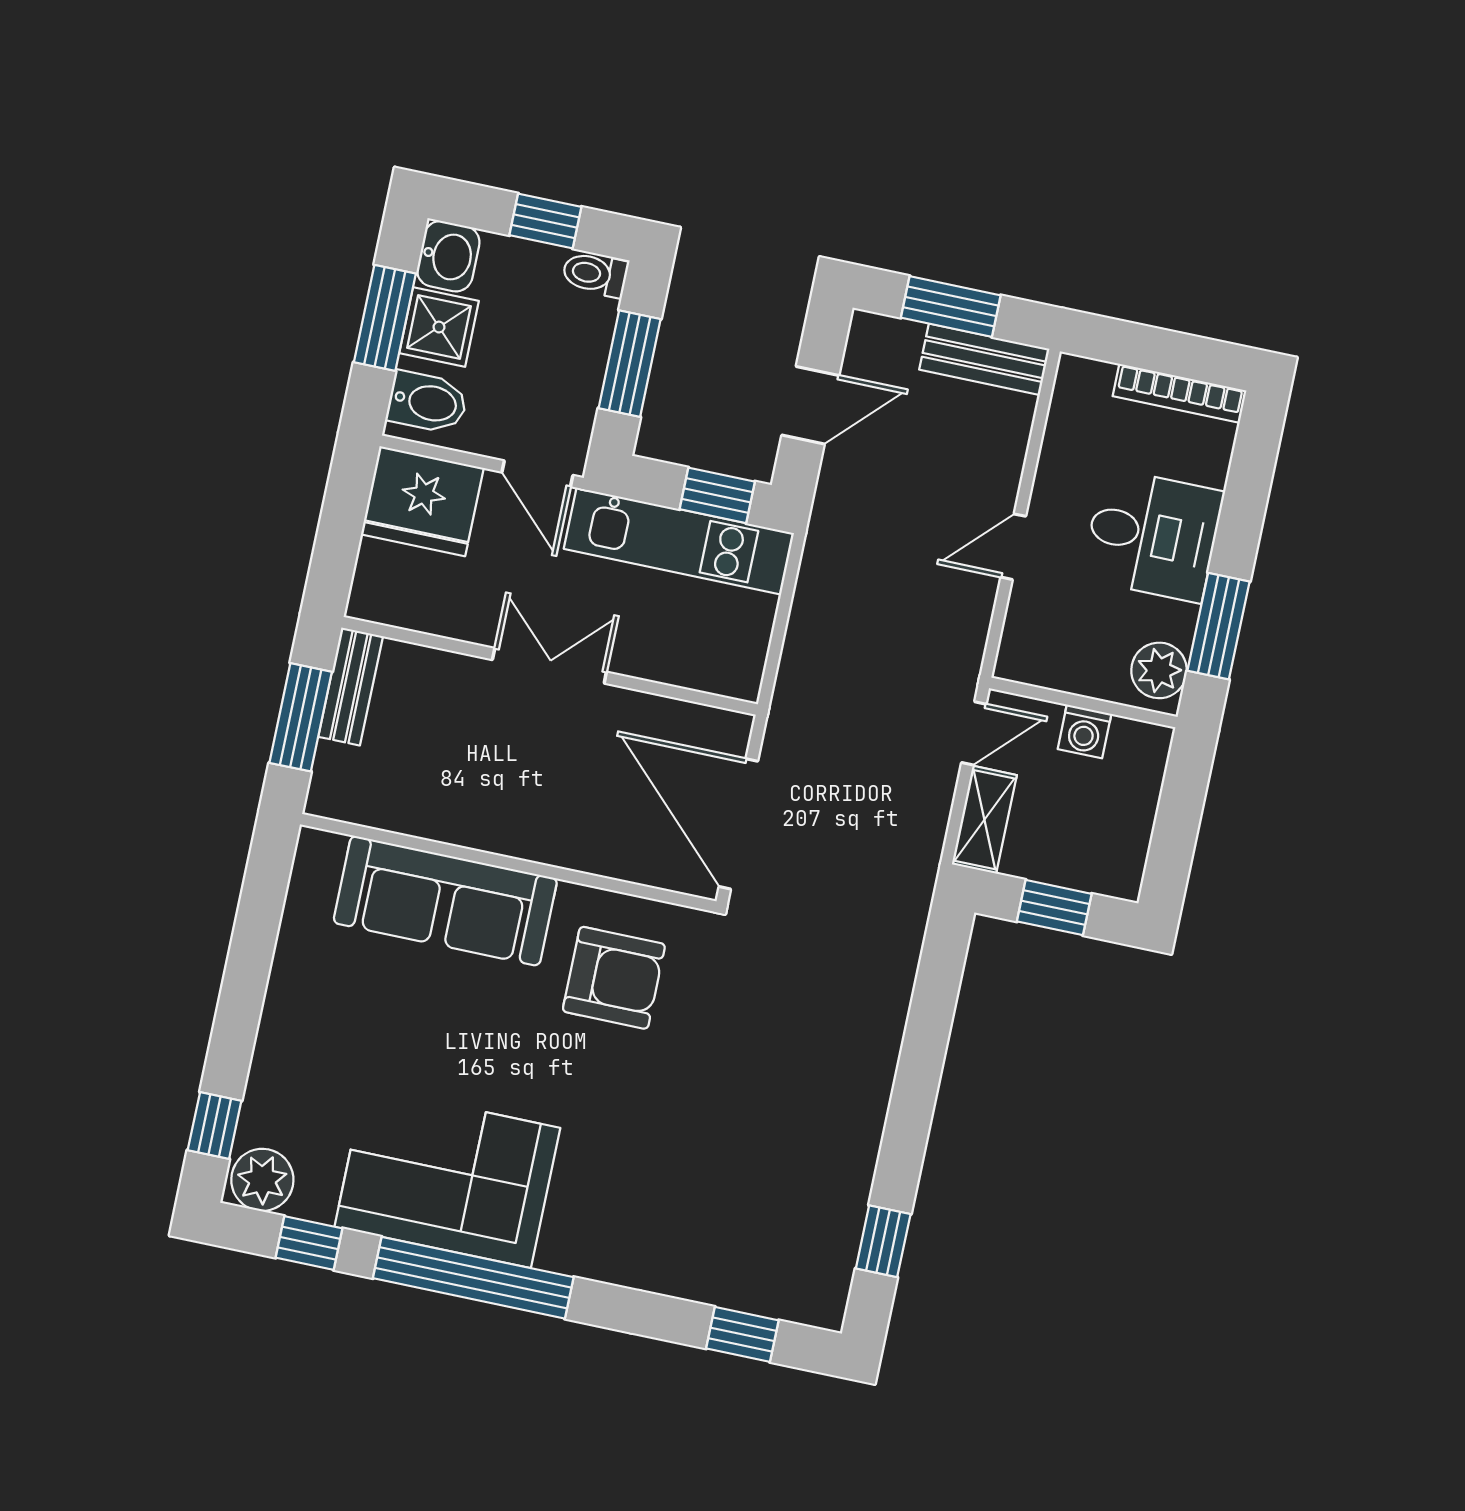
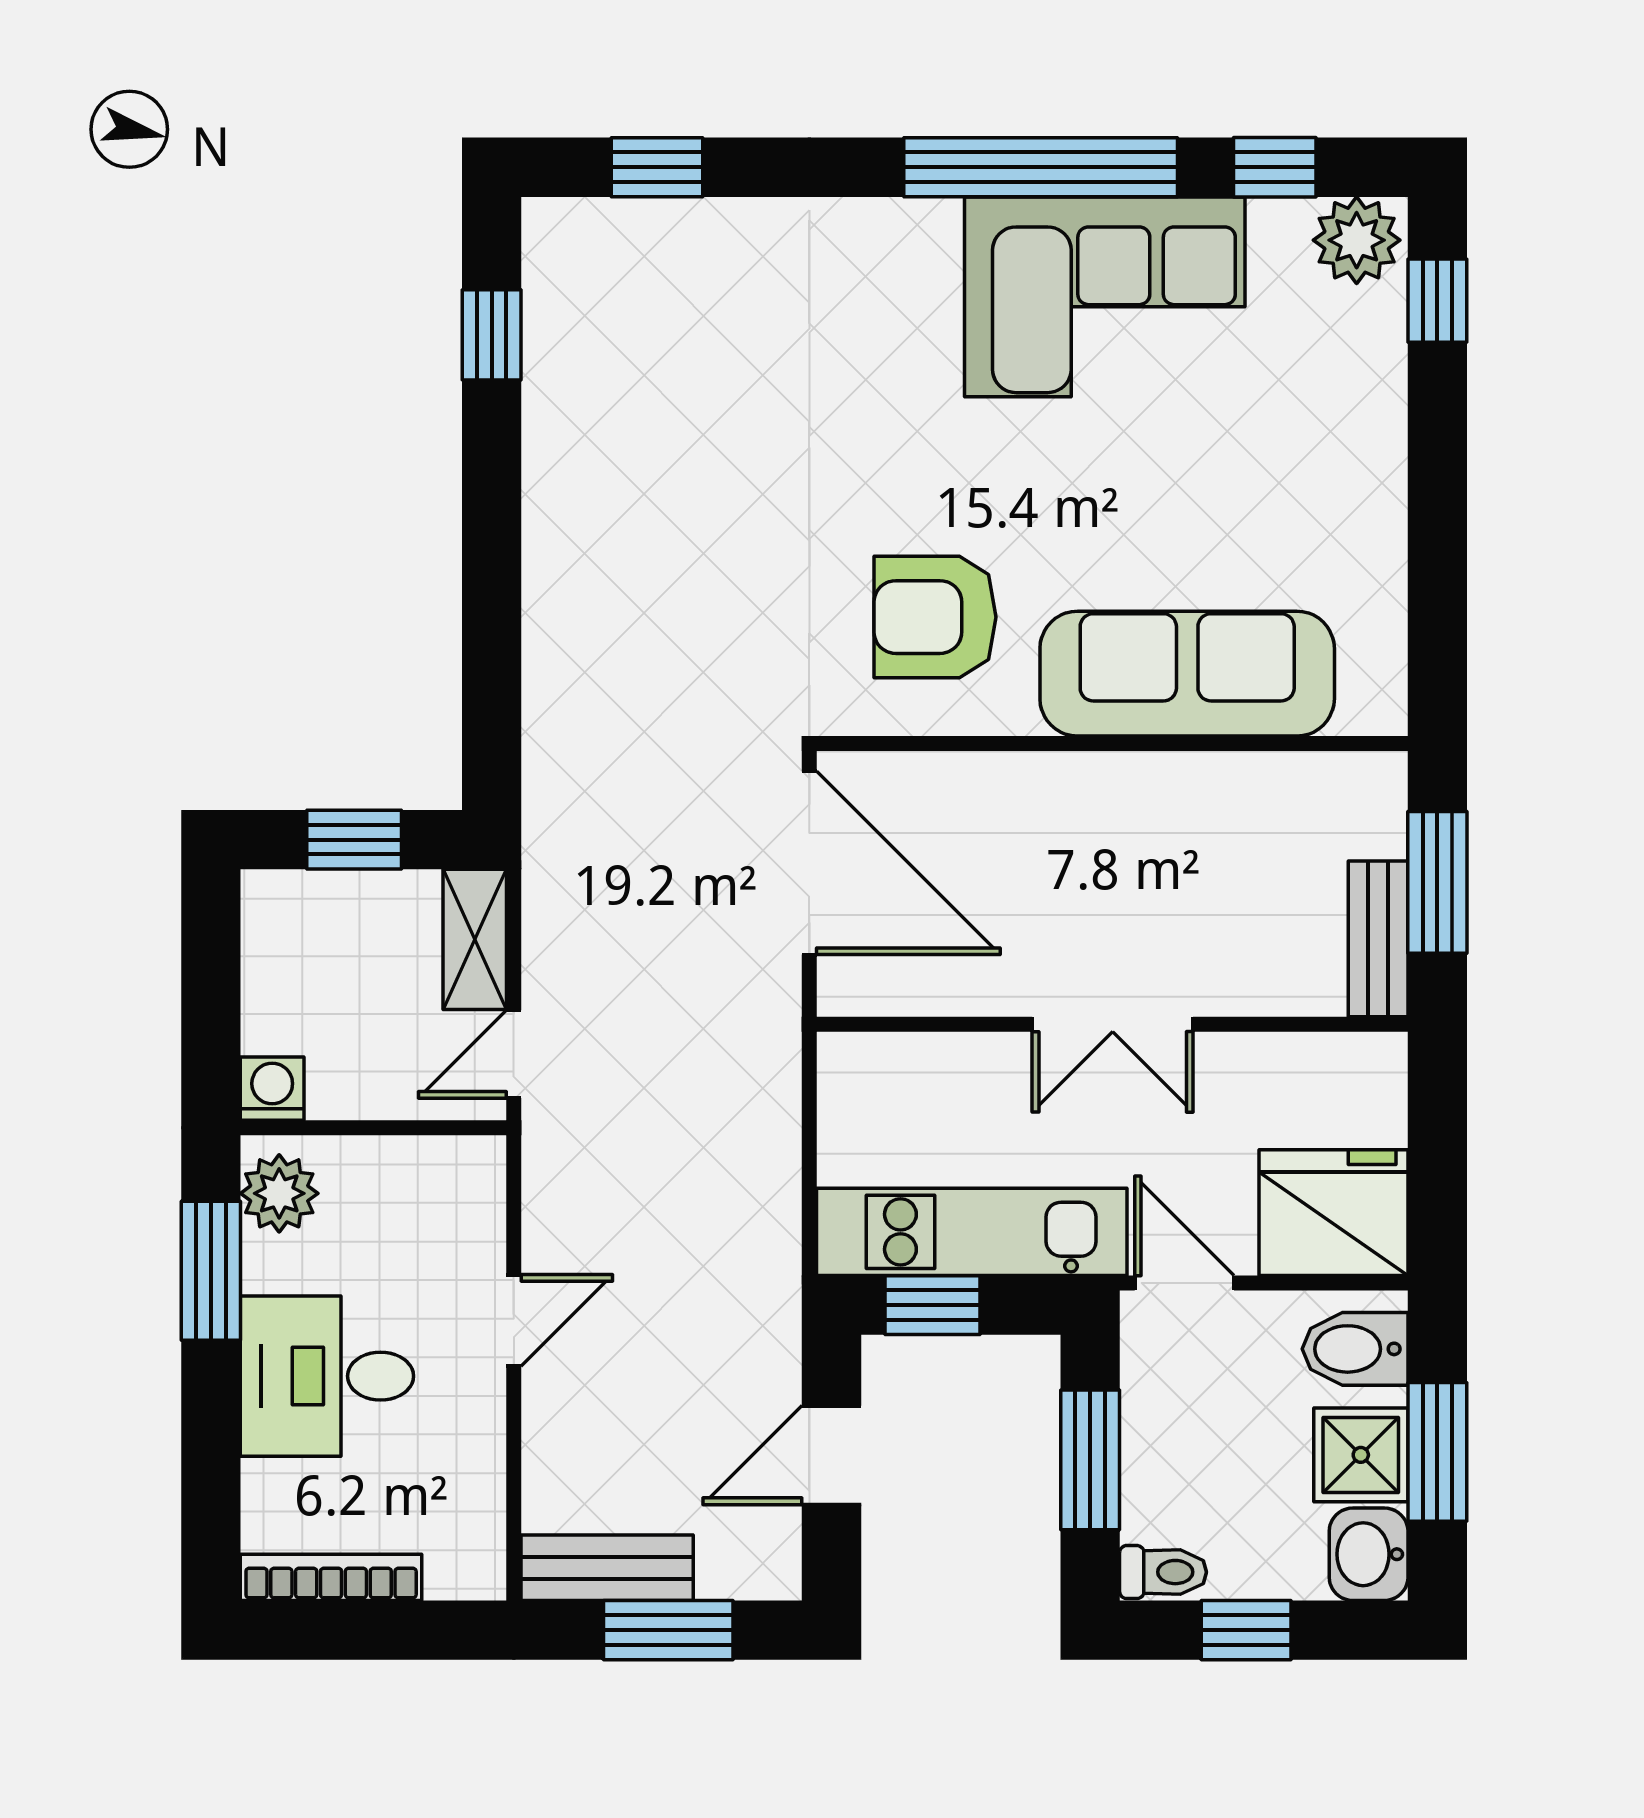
washing machine: (1084, 731) -> (272, 1089), moved

